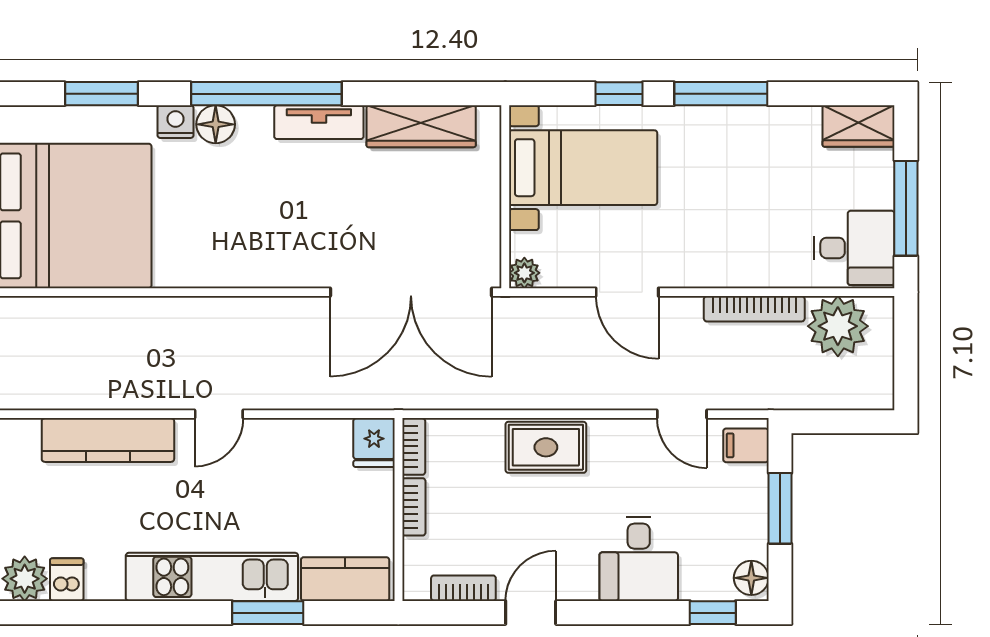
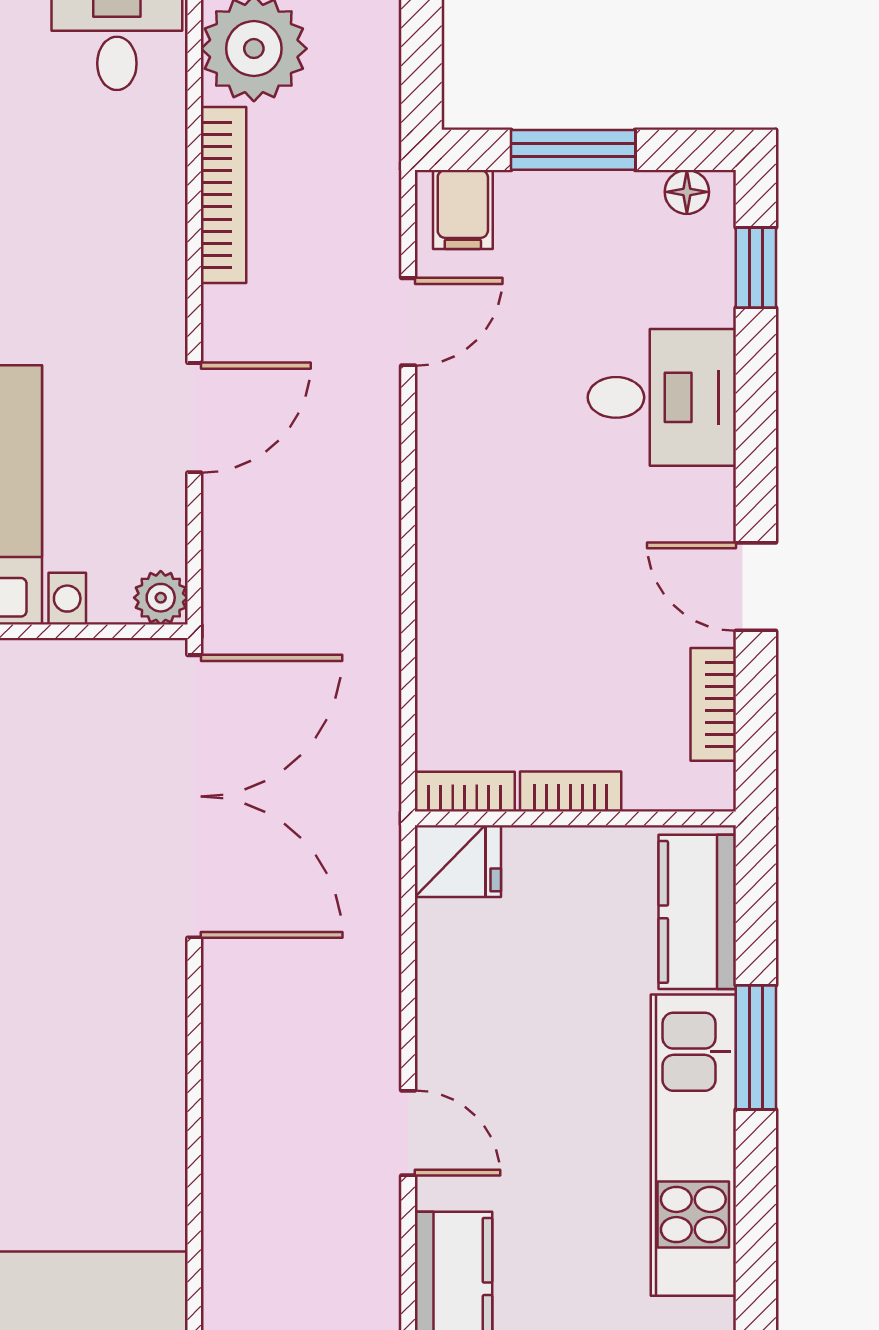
rug: (546, 447) -> (466, 560), removed
floor lamp: (751, 578) -> (687, 192), width x0.73, depth x0.73

